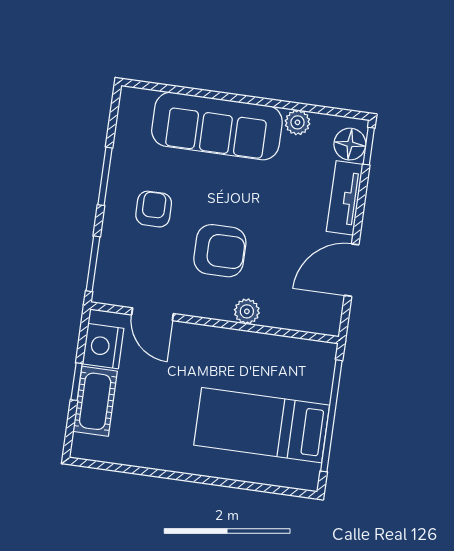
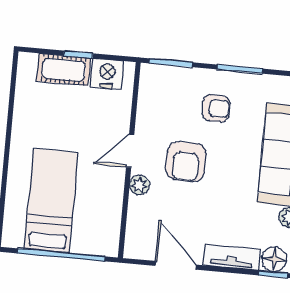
door: (152, 314) -> (130, 151), moved

